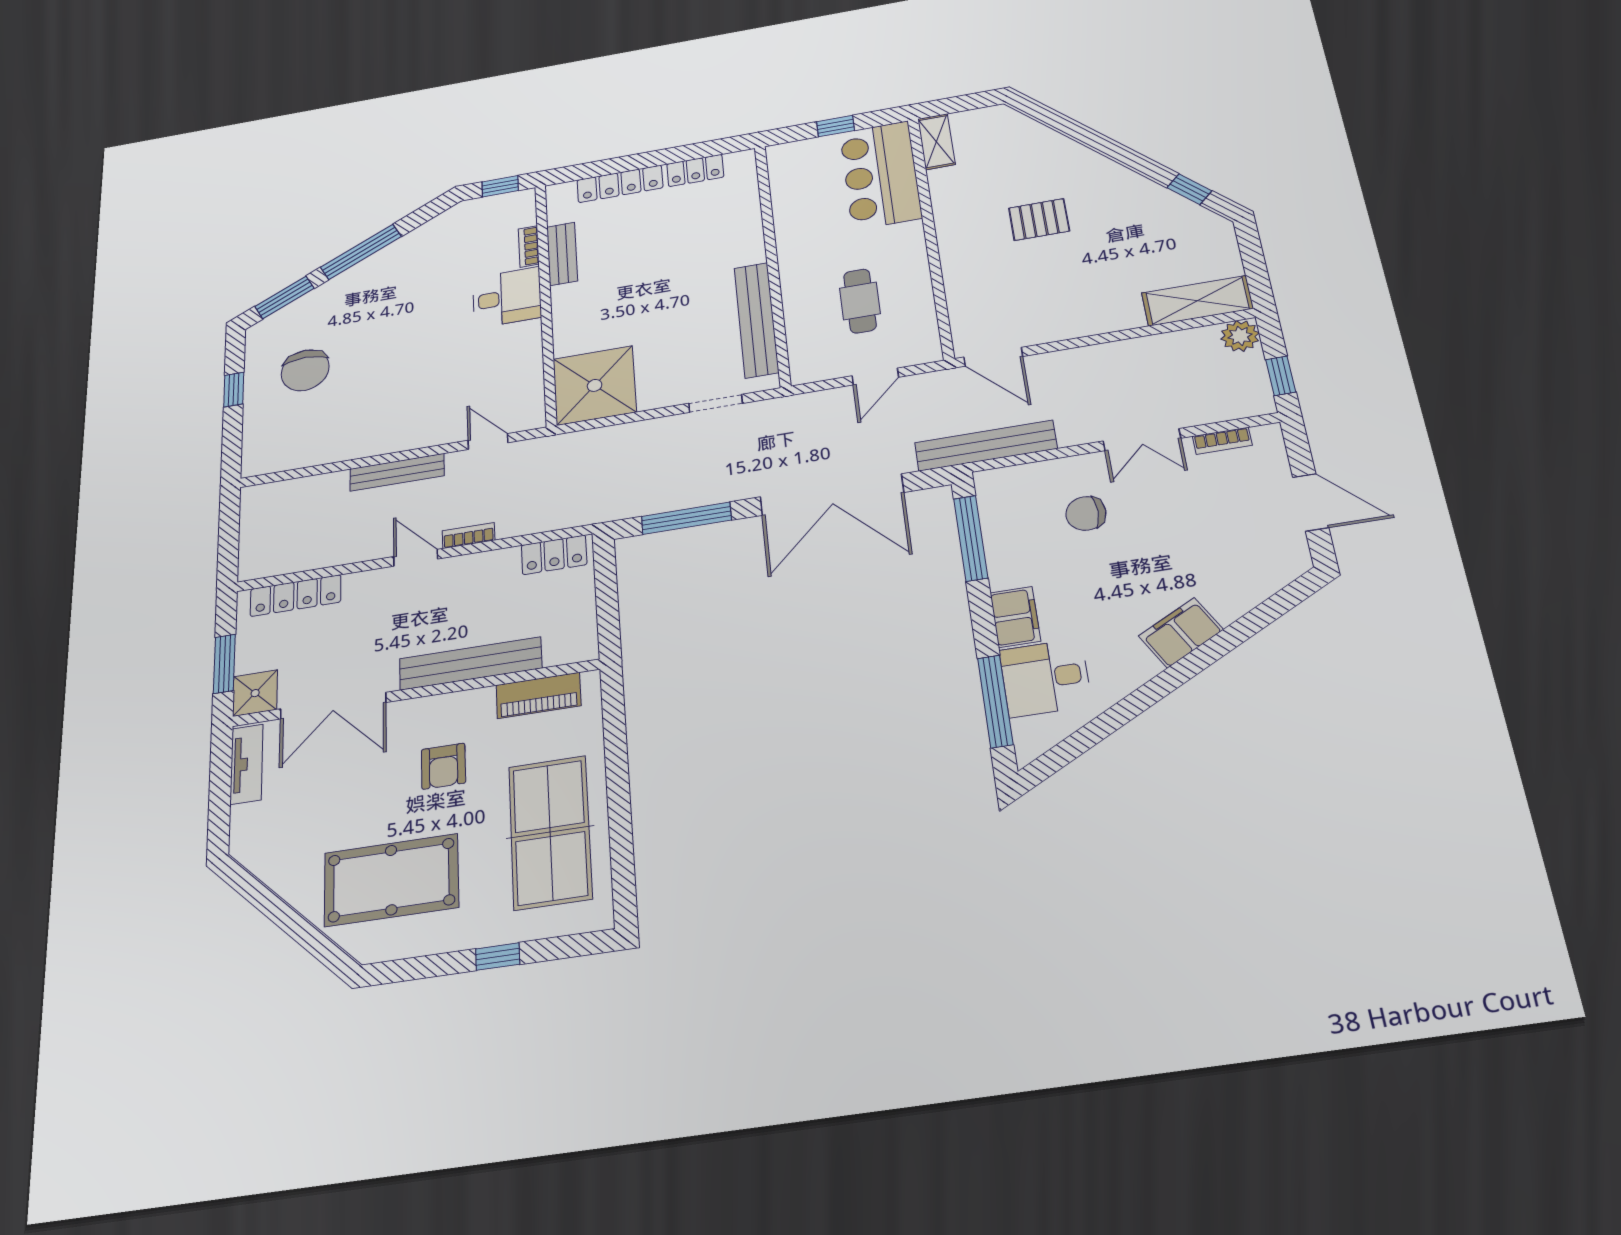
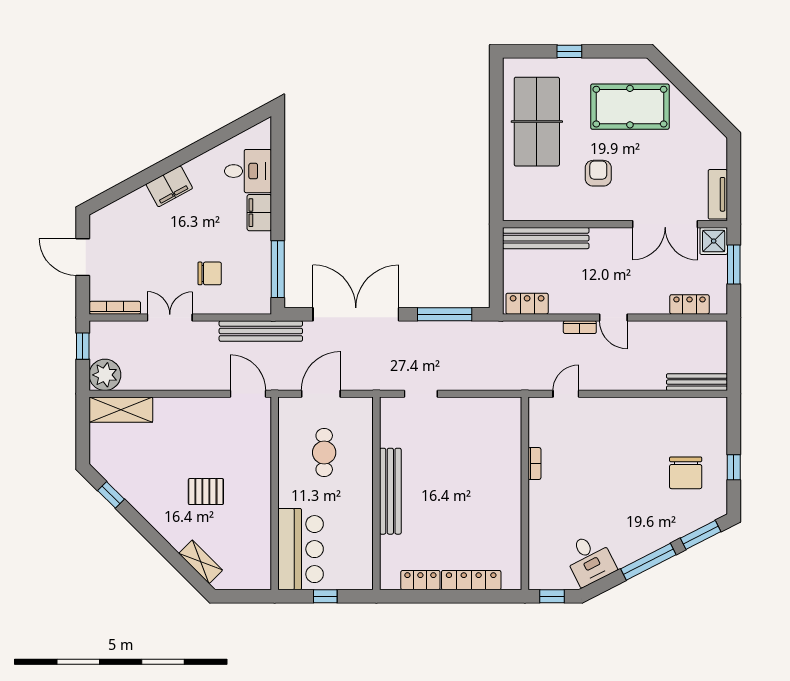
shelving: (936, 142) -> (201, 562), moved, turned -45
bookcase: (529, 246) -> (534, 464), moved
bench: (562, 254) -> (512, 531), removed
desk: (507, 297) -> (590, 559), moved, turned -117
bench: (756, 320) -> (390, 491), moved
plant: (1240, 336) -> (105, 375), width x1.36, depth x1.36
chair: (305, 370) -> (686, 473), turned 180
door: (875, 377) -> (321, 394), width x1.38
shower: (595, 385) -> (496, 423), removed
door: (488, 441) -> (566, 394), swing flipped
bookcase: (1222, 441) -> (115, 308), width x1.56
bench: (397, 472) -> (697, 382), moved
locker: (296, 596) -> (689, 304), width x0.66
bench: (471, 663) -> (546, 238), moved
piano: (538, 695) -> (540, 210), removed
window: (995, 701) -> (278, 161), removed
double door: (333, 706) -> (665, 224), swing flipped

